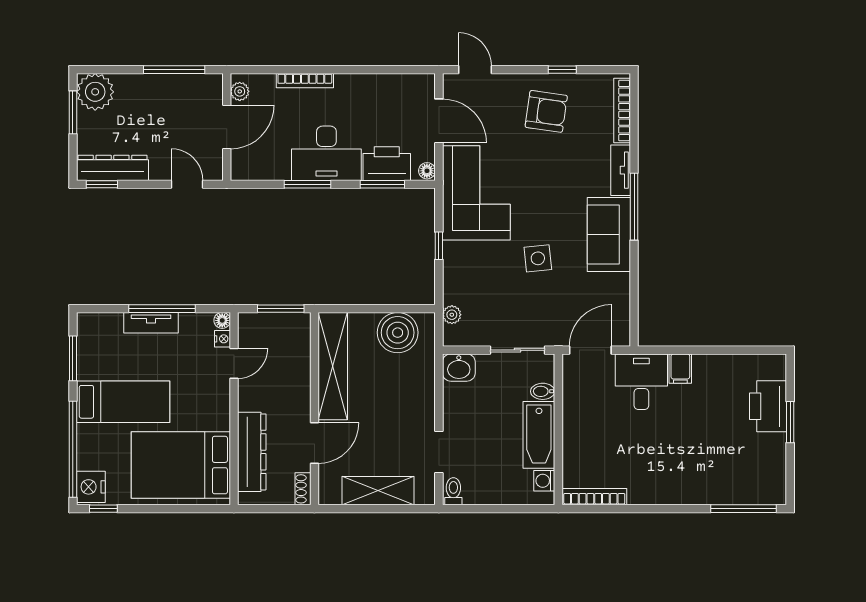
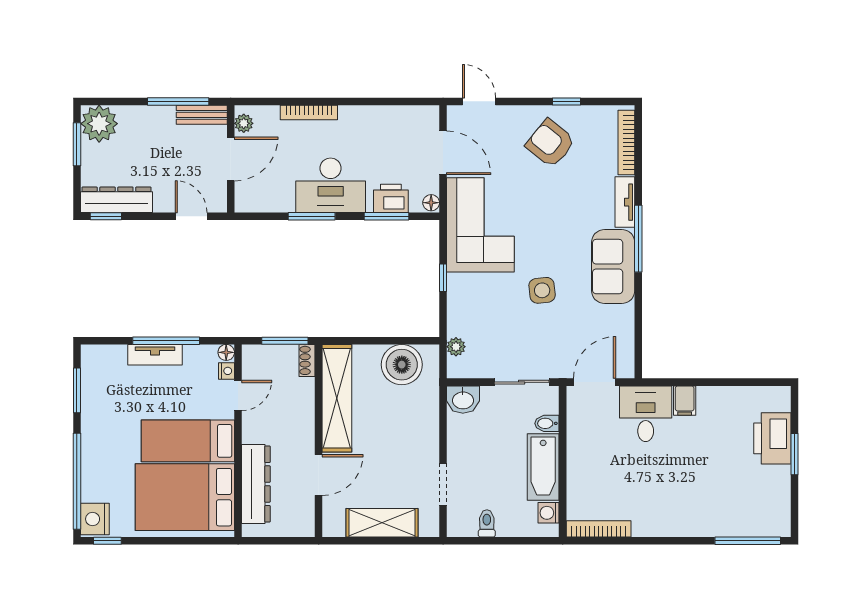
bench: (198, 83) -> (202, 115), added
armchair: (546, 111) -> (550, 143), turned -149
printer: (387, 164) -> (391, 198), width x0.73, depth x0.84
bed: (123, 402) -> (188, 441), moved, turned 180
shoe rack: (303, 489) -> (307, 360), moved
toilet: (453, 491) -> (487, 523), moved

